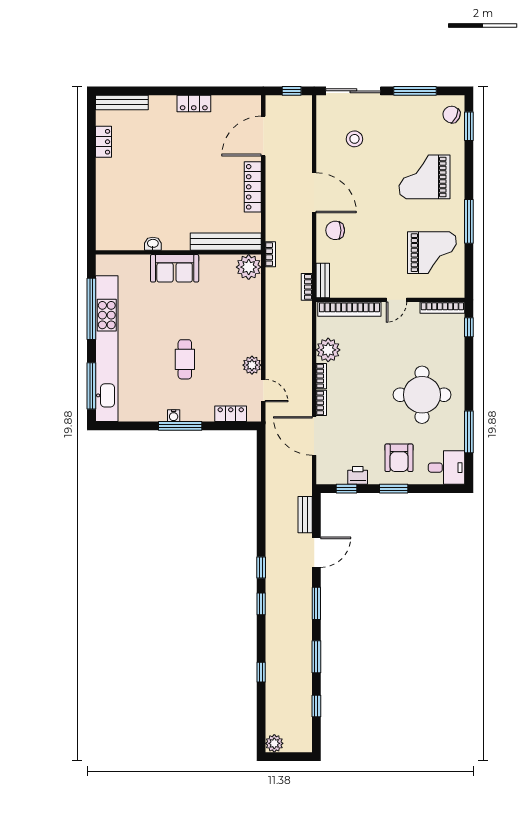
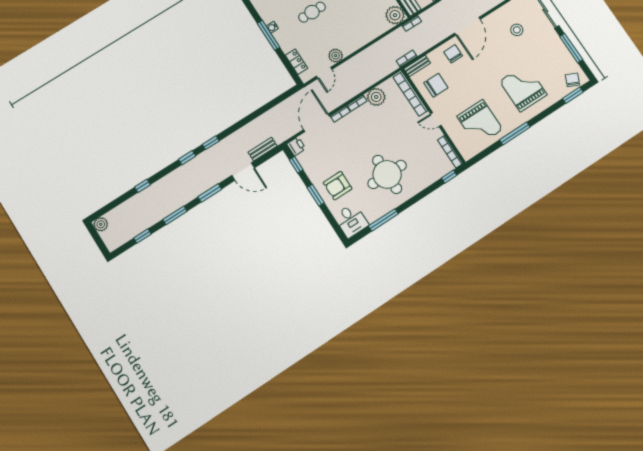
chair: (358, 274) -> (436, 85), added
printer: (358, 475) -> (296, 146), moved

